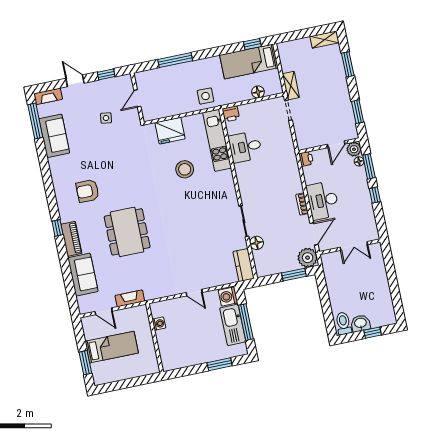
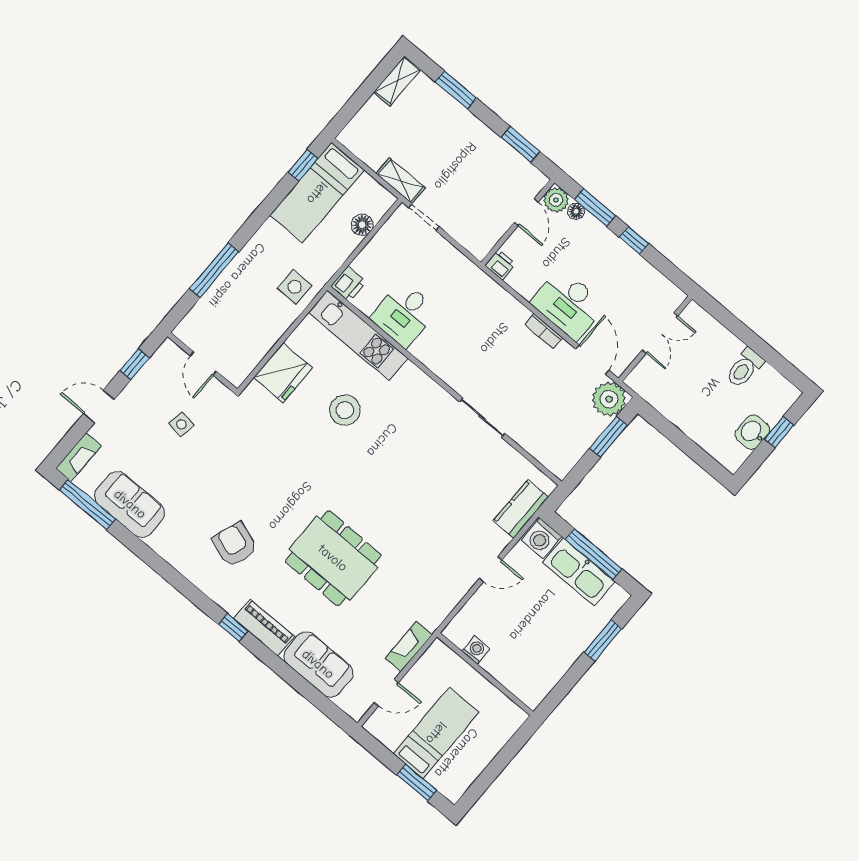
armchair: (88, 191) -> (235, 544), turned 109
floor lamp: (257, 243) -> (523, 434), removed
kitchen counter: (244, 265) -> (521, 509), moved, turned 90
toilet: (343, 323) -> (745, 368), moved, turned -90

